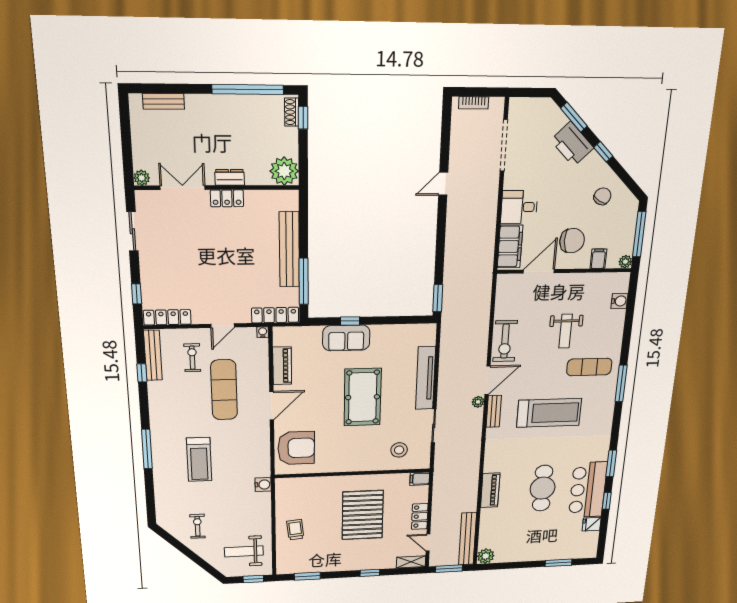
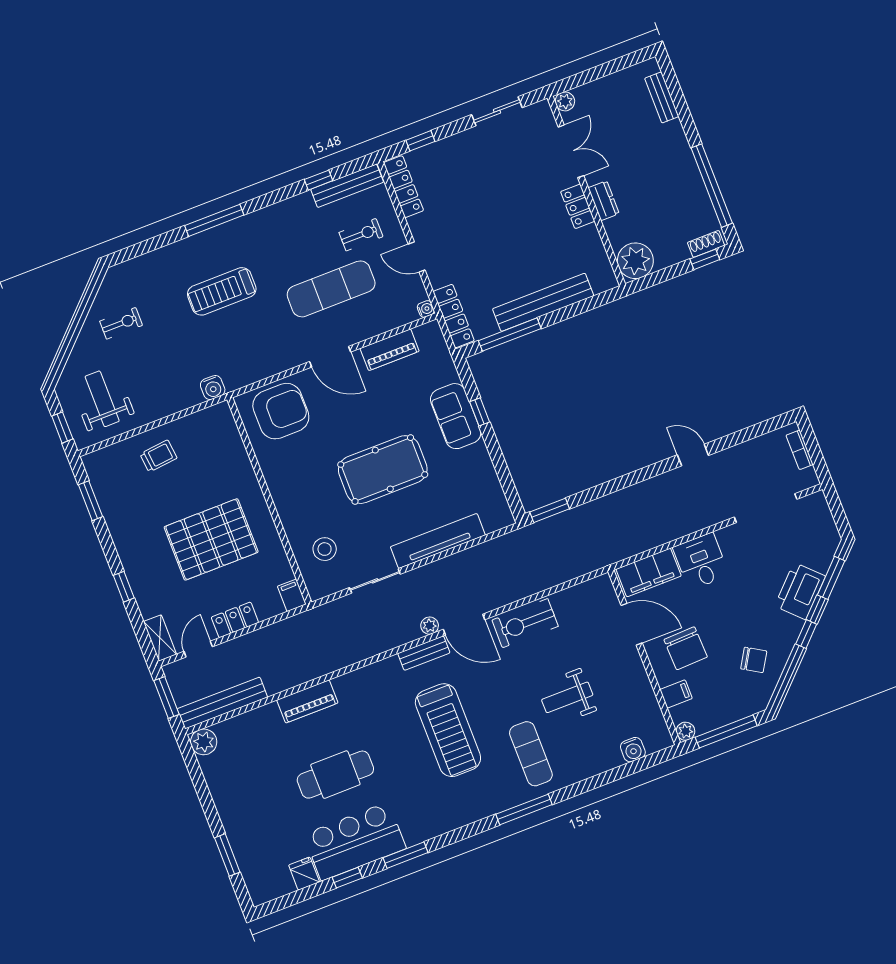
armchair: (296, 448) -> (281, 411), turned -90

